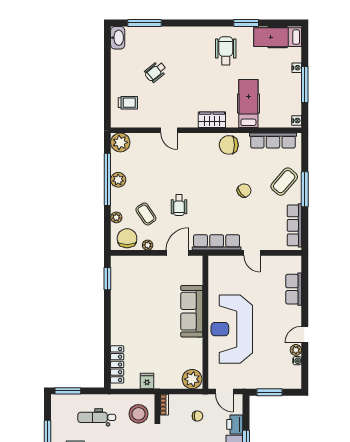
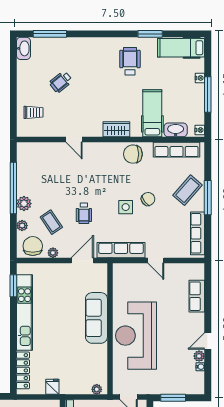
washbasin: (272, 120) -> (176, 130), added
plant: (120, 142) -> (26, 152), removed
plant: (118, 180) -> (24, 204), moved
side table: (221, 199) -> (126, 207), added
kitchen unit: (119, 306) -> (24, 312), added
plant: (192, 379) -> (97, 389), width x0.53, depth x0.53

